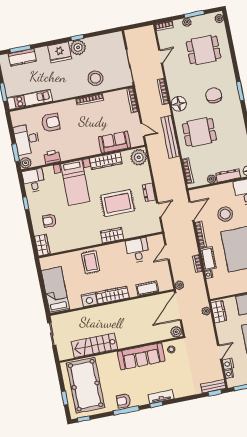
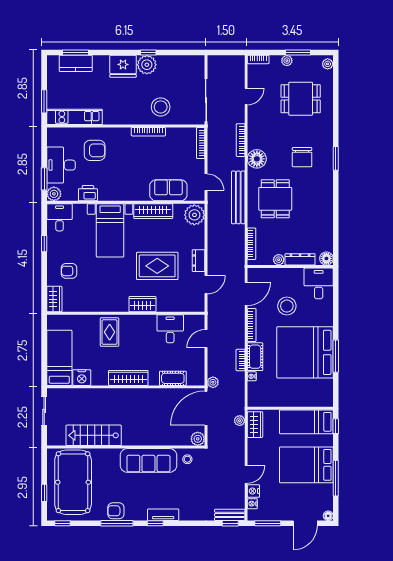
chair: (214, 95) -> (302, 157), turned 180
dining table: (199, 132) -> (275, 199), turned 90
nightstand: (89, 299) -> (82, 378), moved

